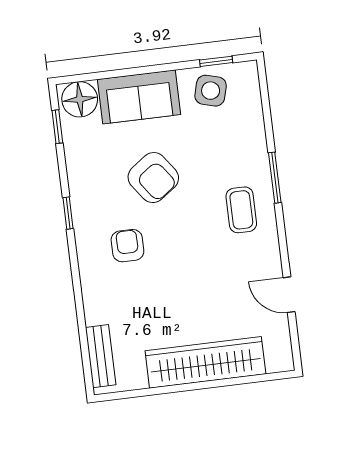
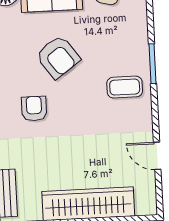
coffee table: (241, 210) -> (125, 87), turned 90

